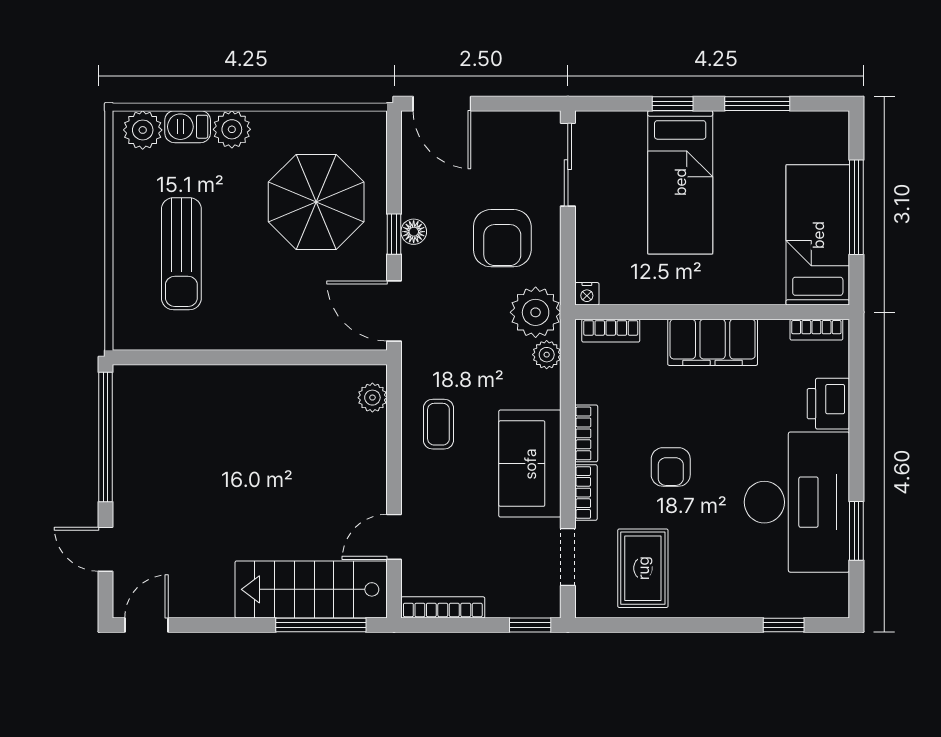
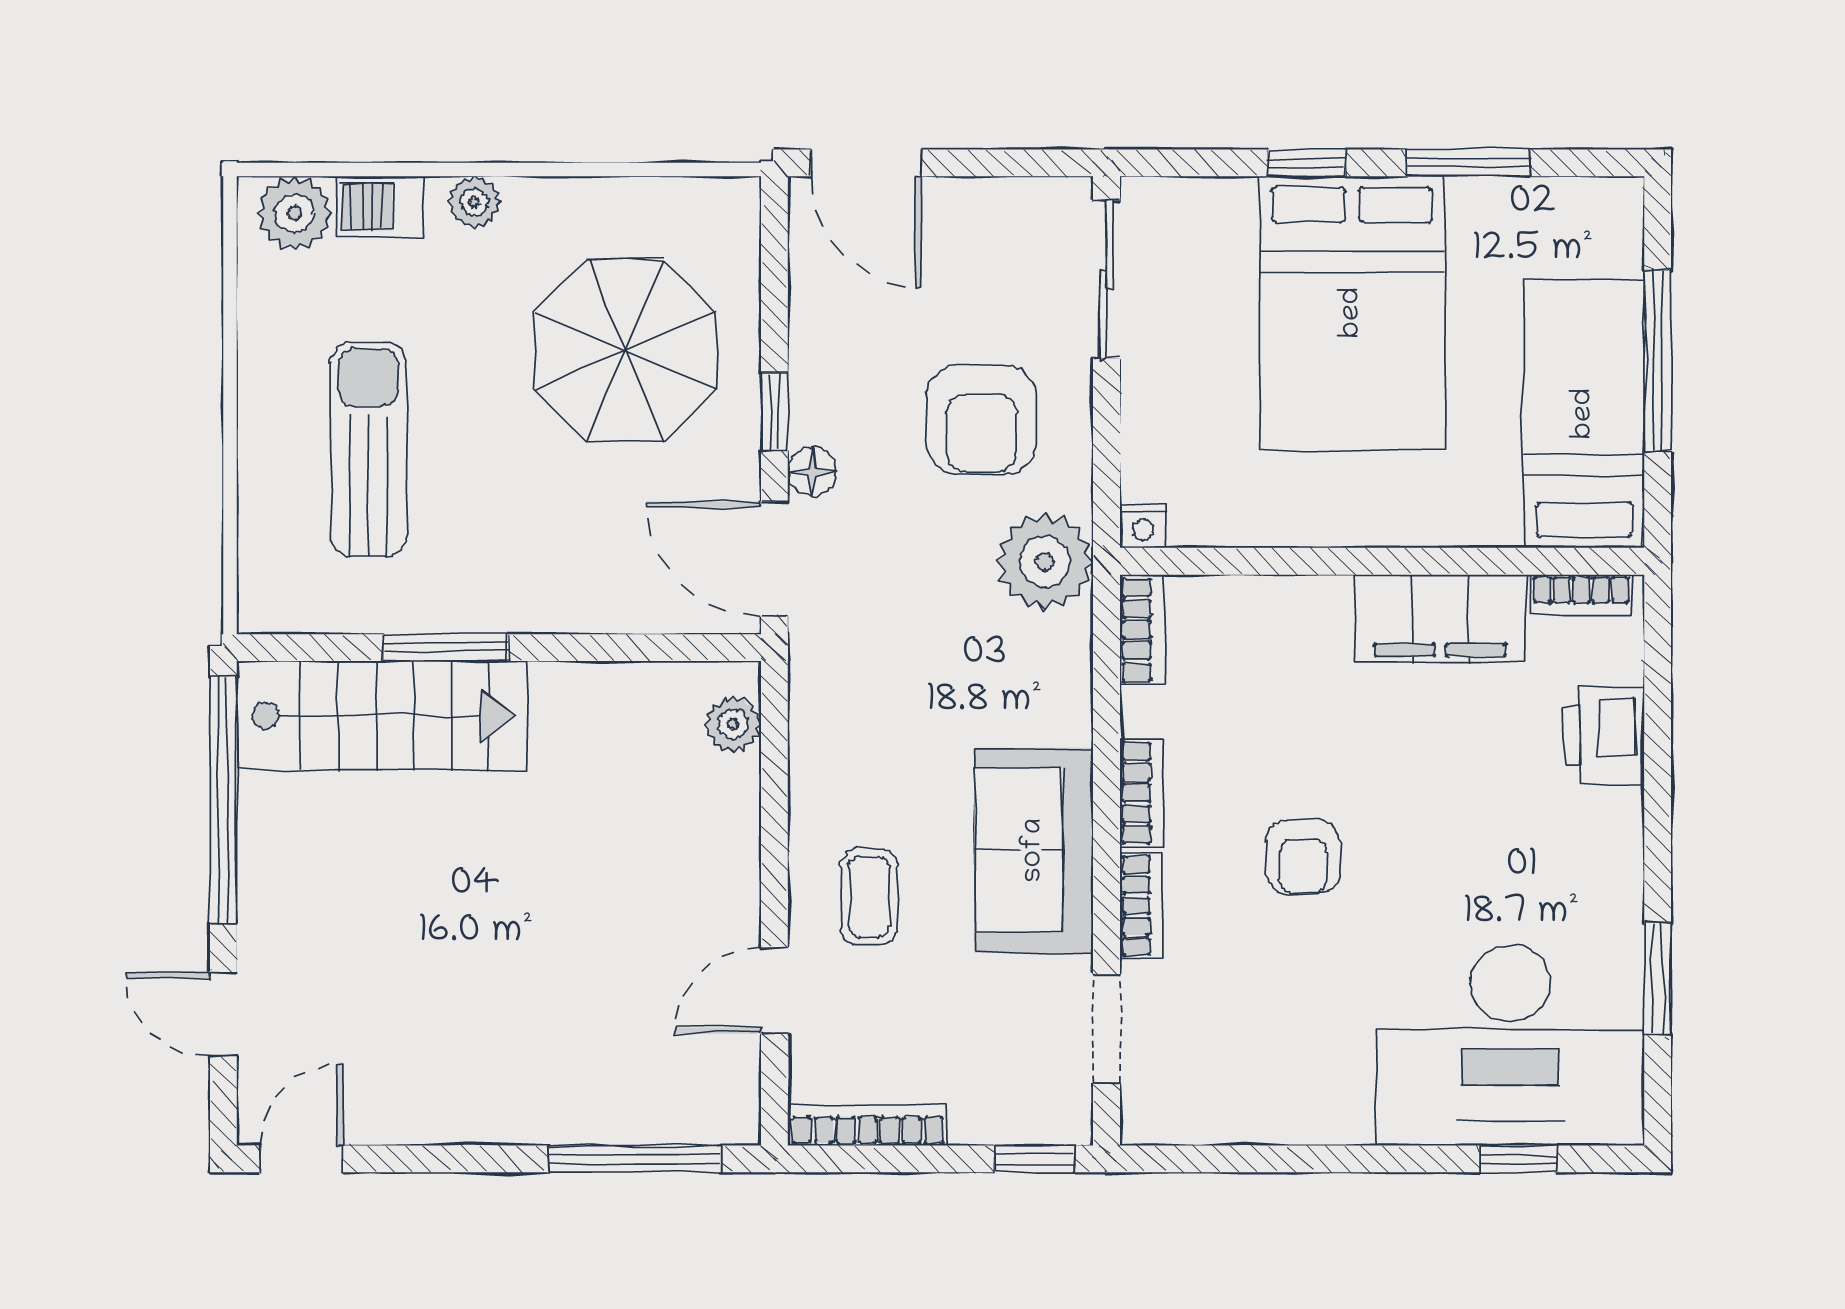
plant: (232, 129) -> (474, 202), width x0.73, depth x0.73
bed: (680, 182) -> (1352, 313), width x1.50
floor lamp: (414, 232) -> (812, 472), moved
sun lounger: (181, 254) -> (368, 450), turned 180
bookcase: (611, 331) -> (1142, 630), moved, turned -90
filing cabinet: (713, 342) -> (1440, 619), moved
plant: (547, 355) -> (1066, 642), removed
window: (222, 357) -> (446, 648), added
coffee table: (438, 424) -> (869, 897), moved
desk: (797, 502) -> (1510, 1045), moved, turned 90
rug: (643, 568) -> (1250, 1050), removed
stairs: (311, 589) -> (382, 716), moved, turned 180

